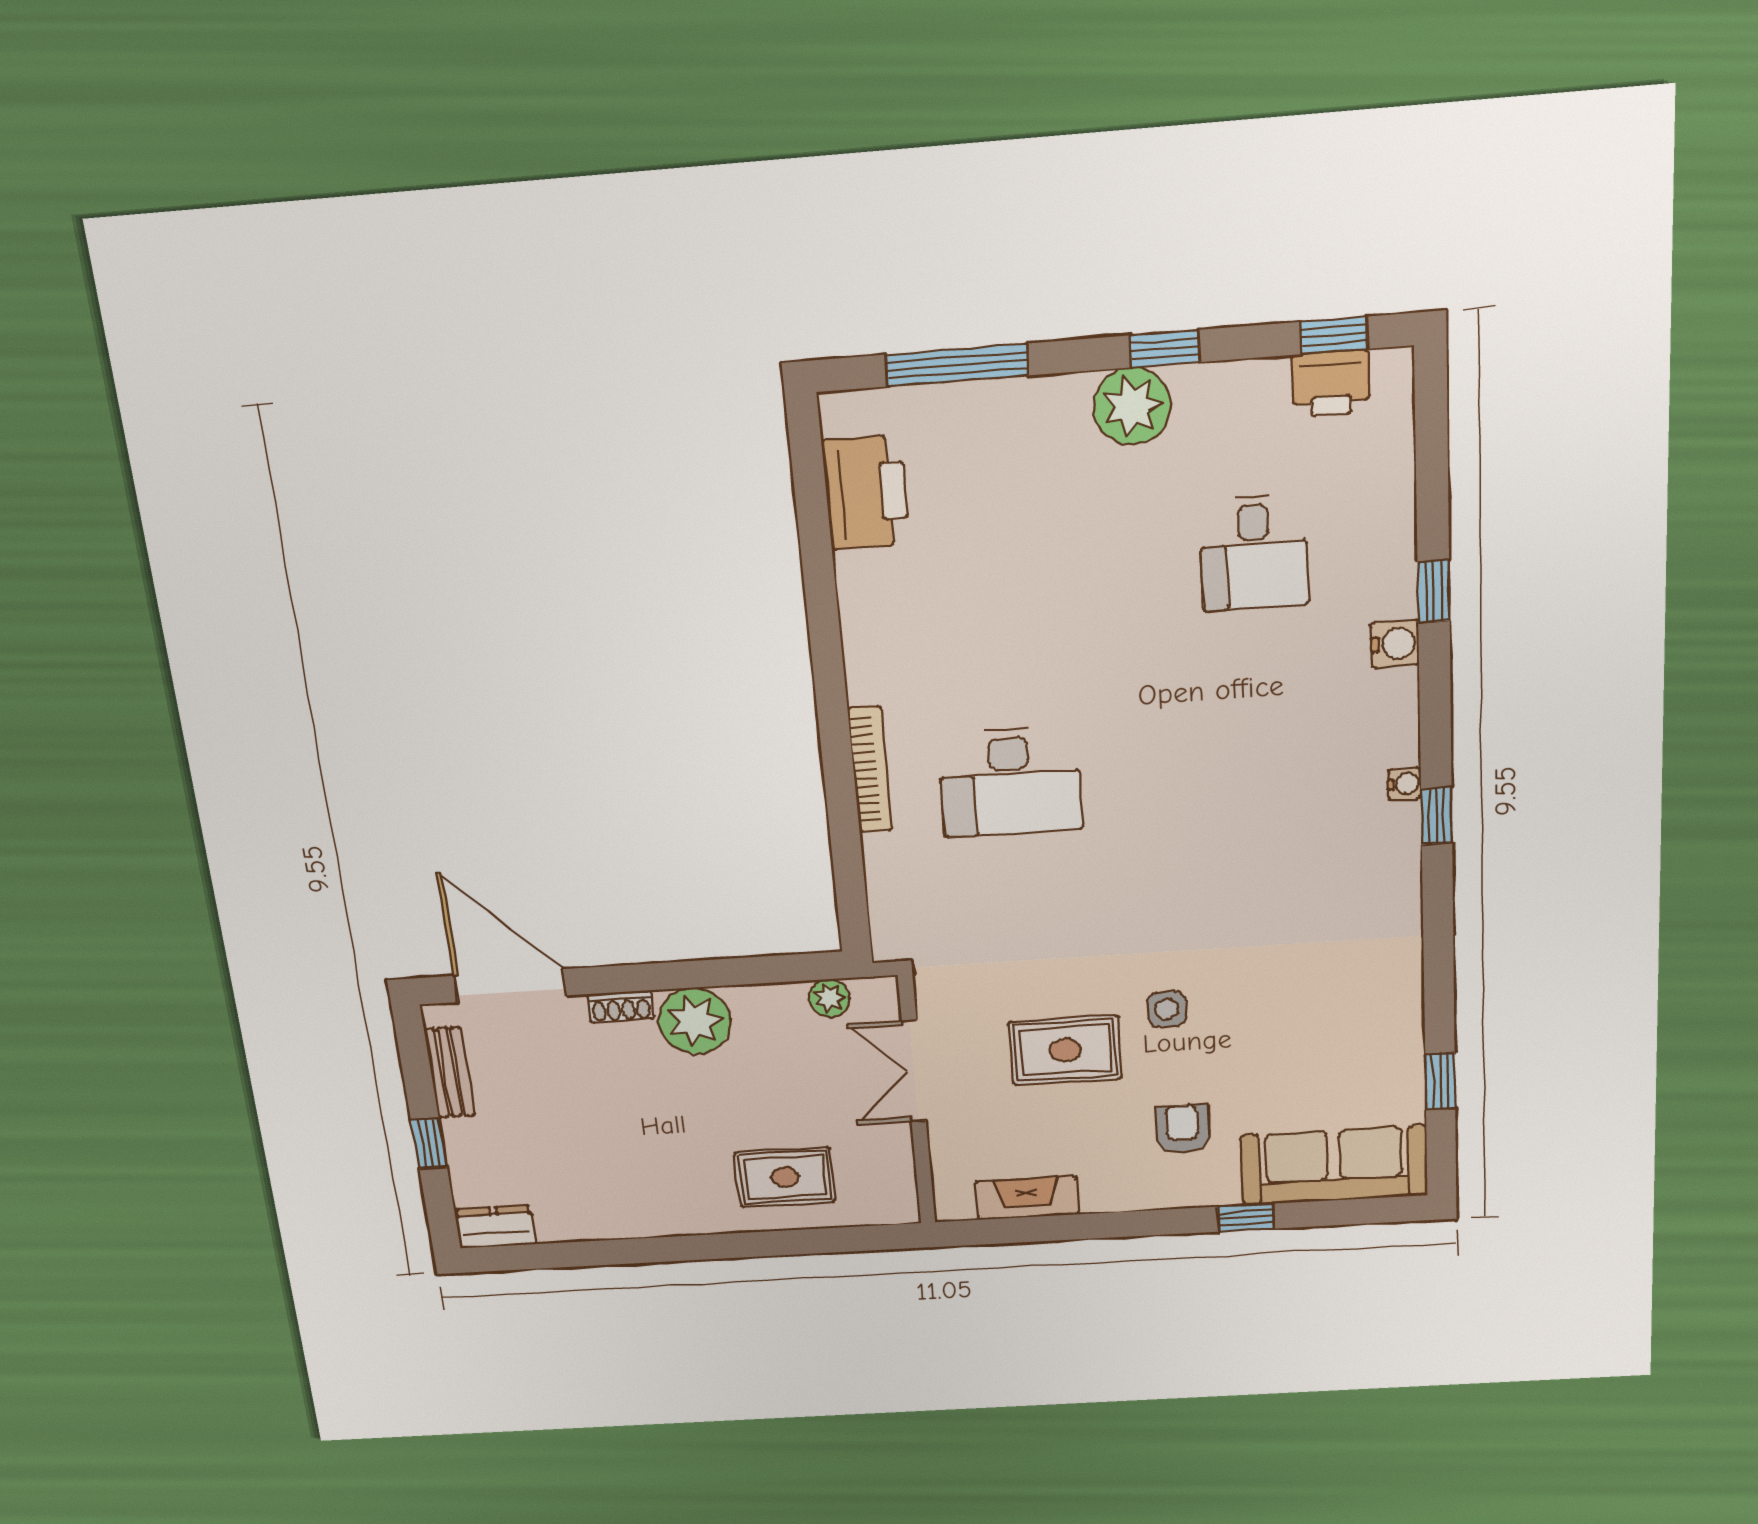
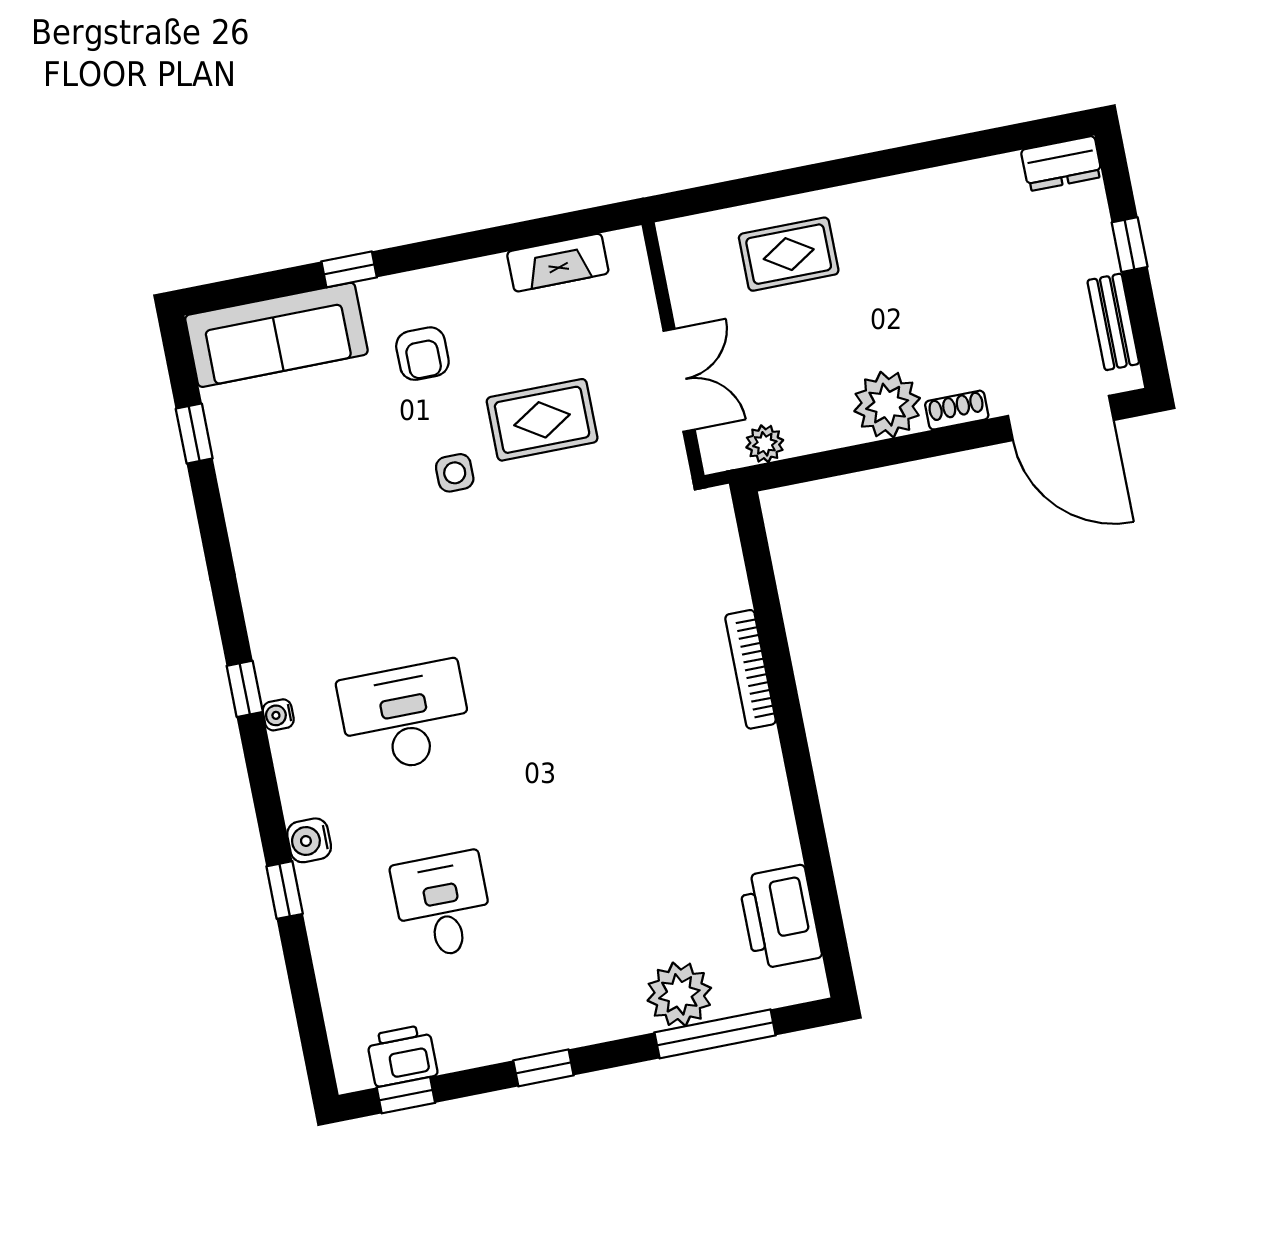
plant: (1132, 406) -> (679, 994), moved
desk: (1010, 782) -> (405, 717), moved

